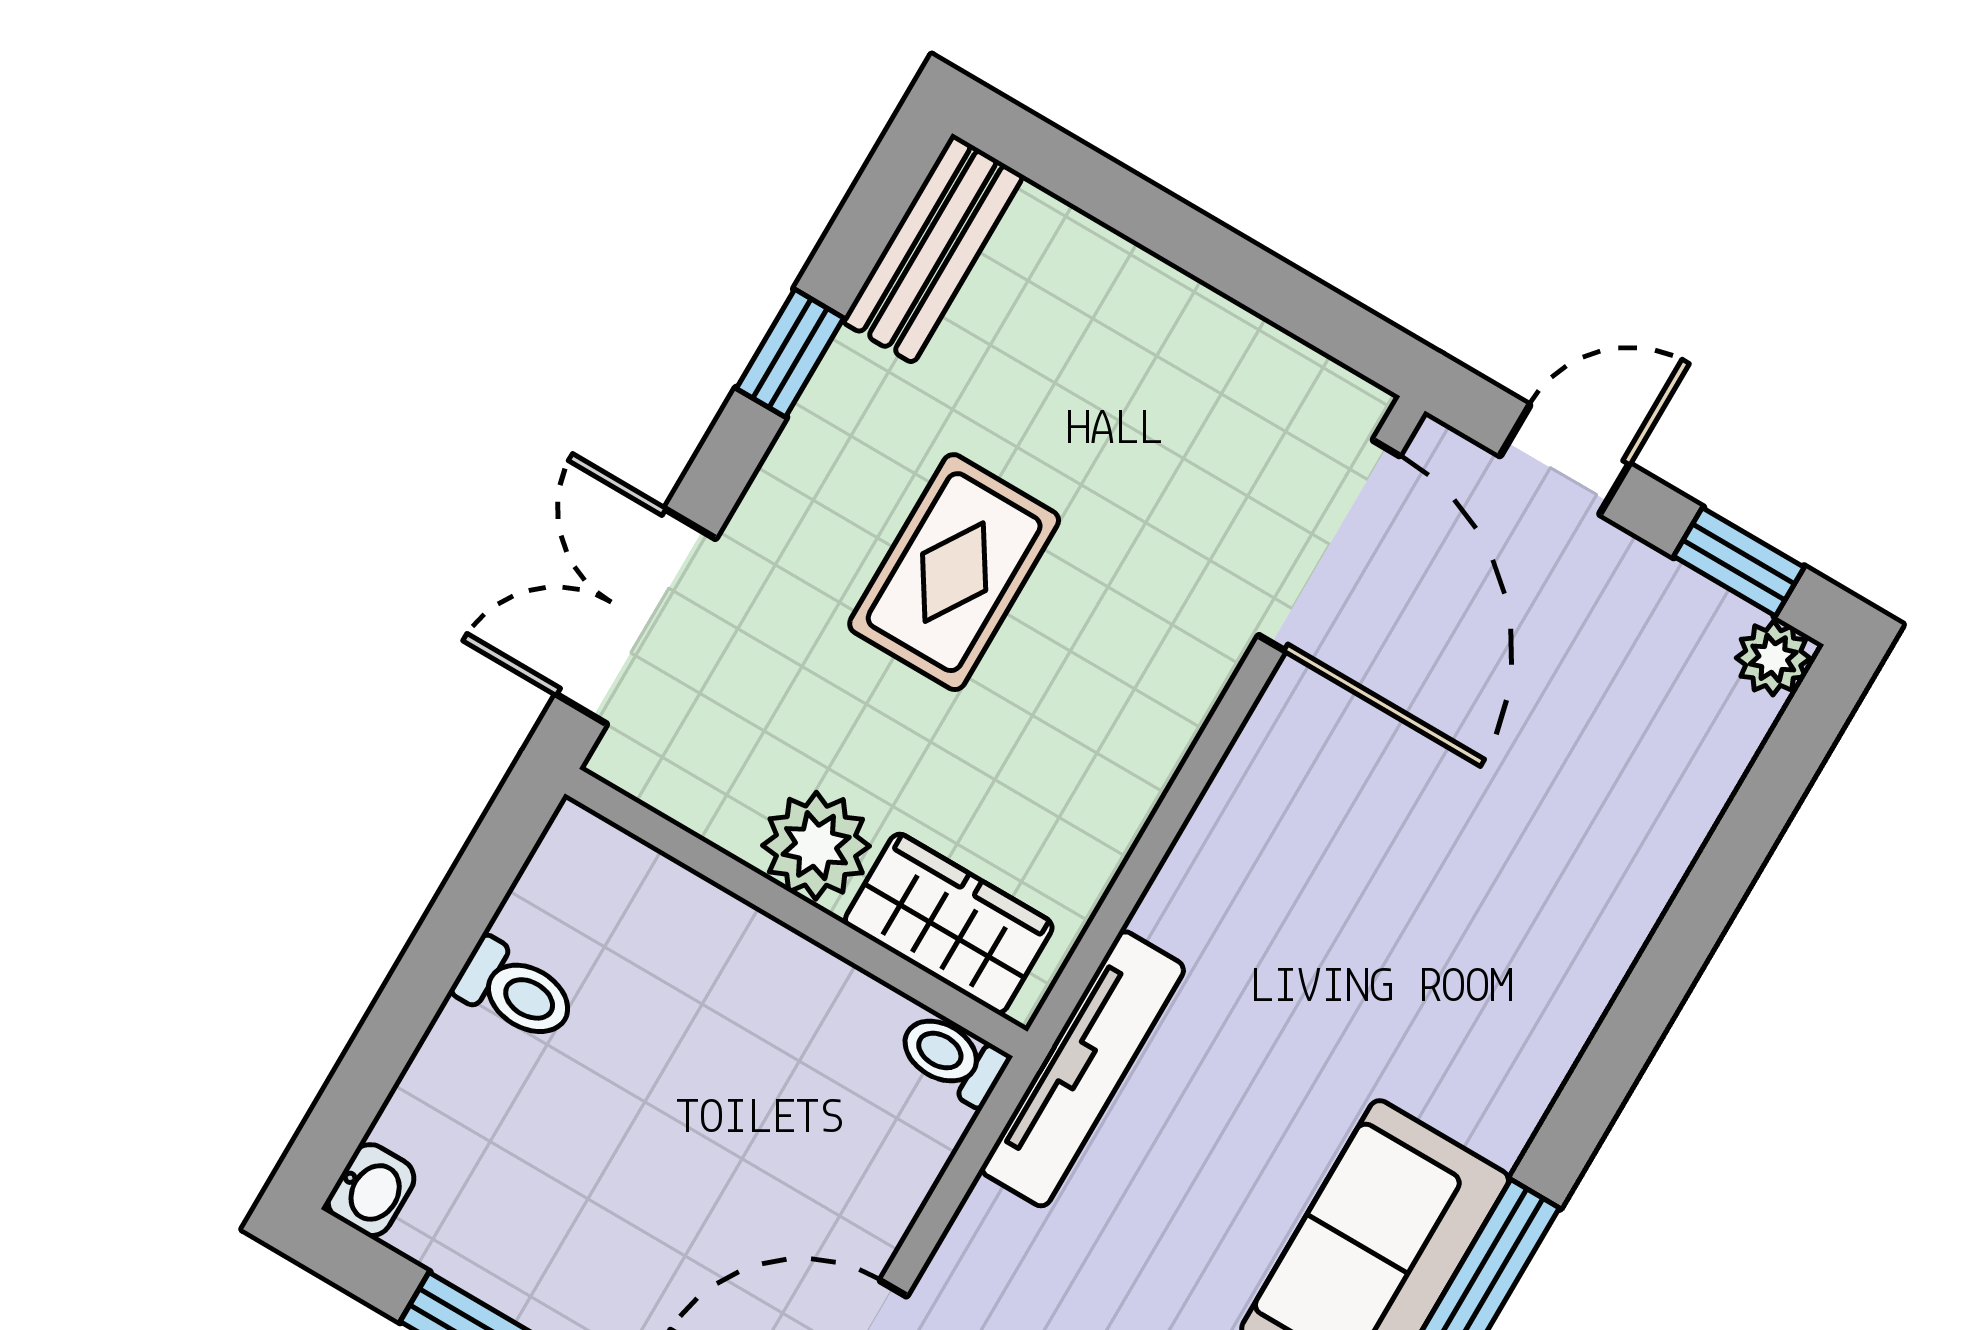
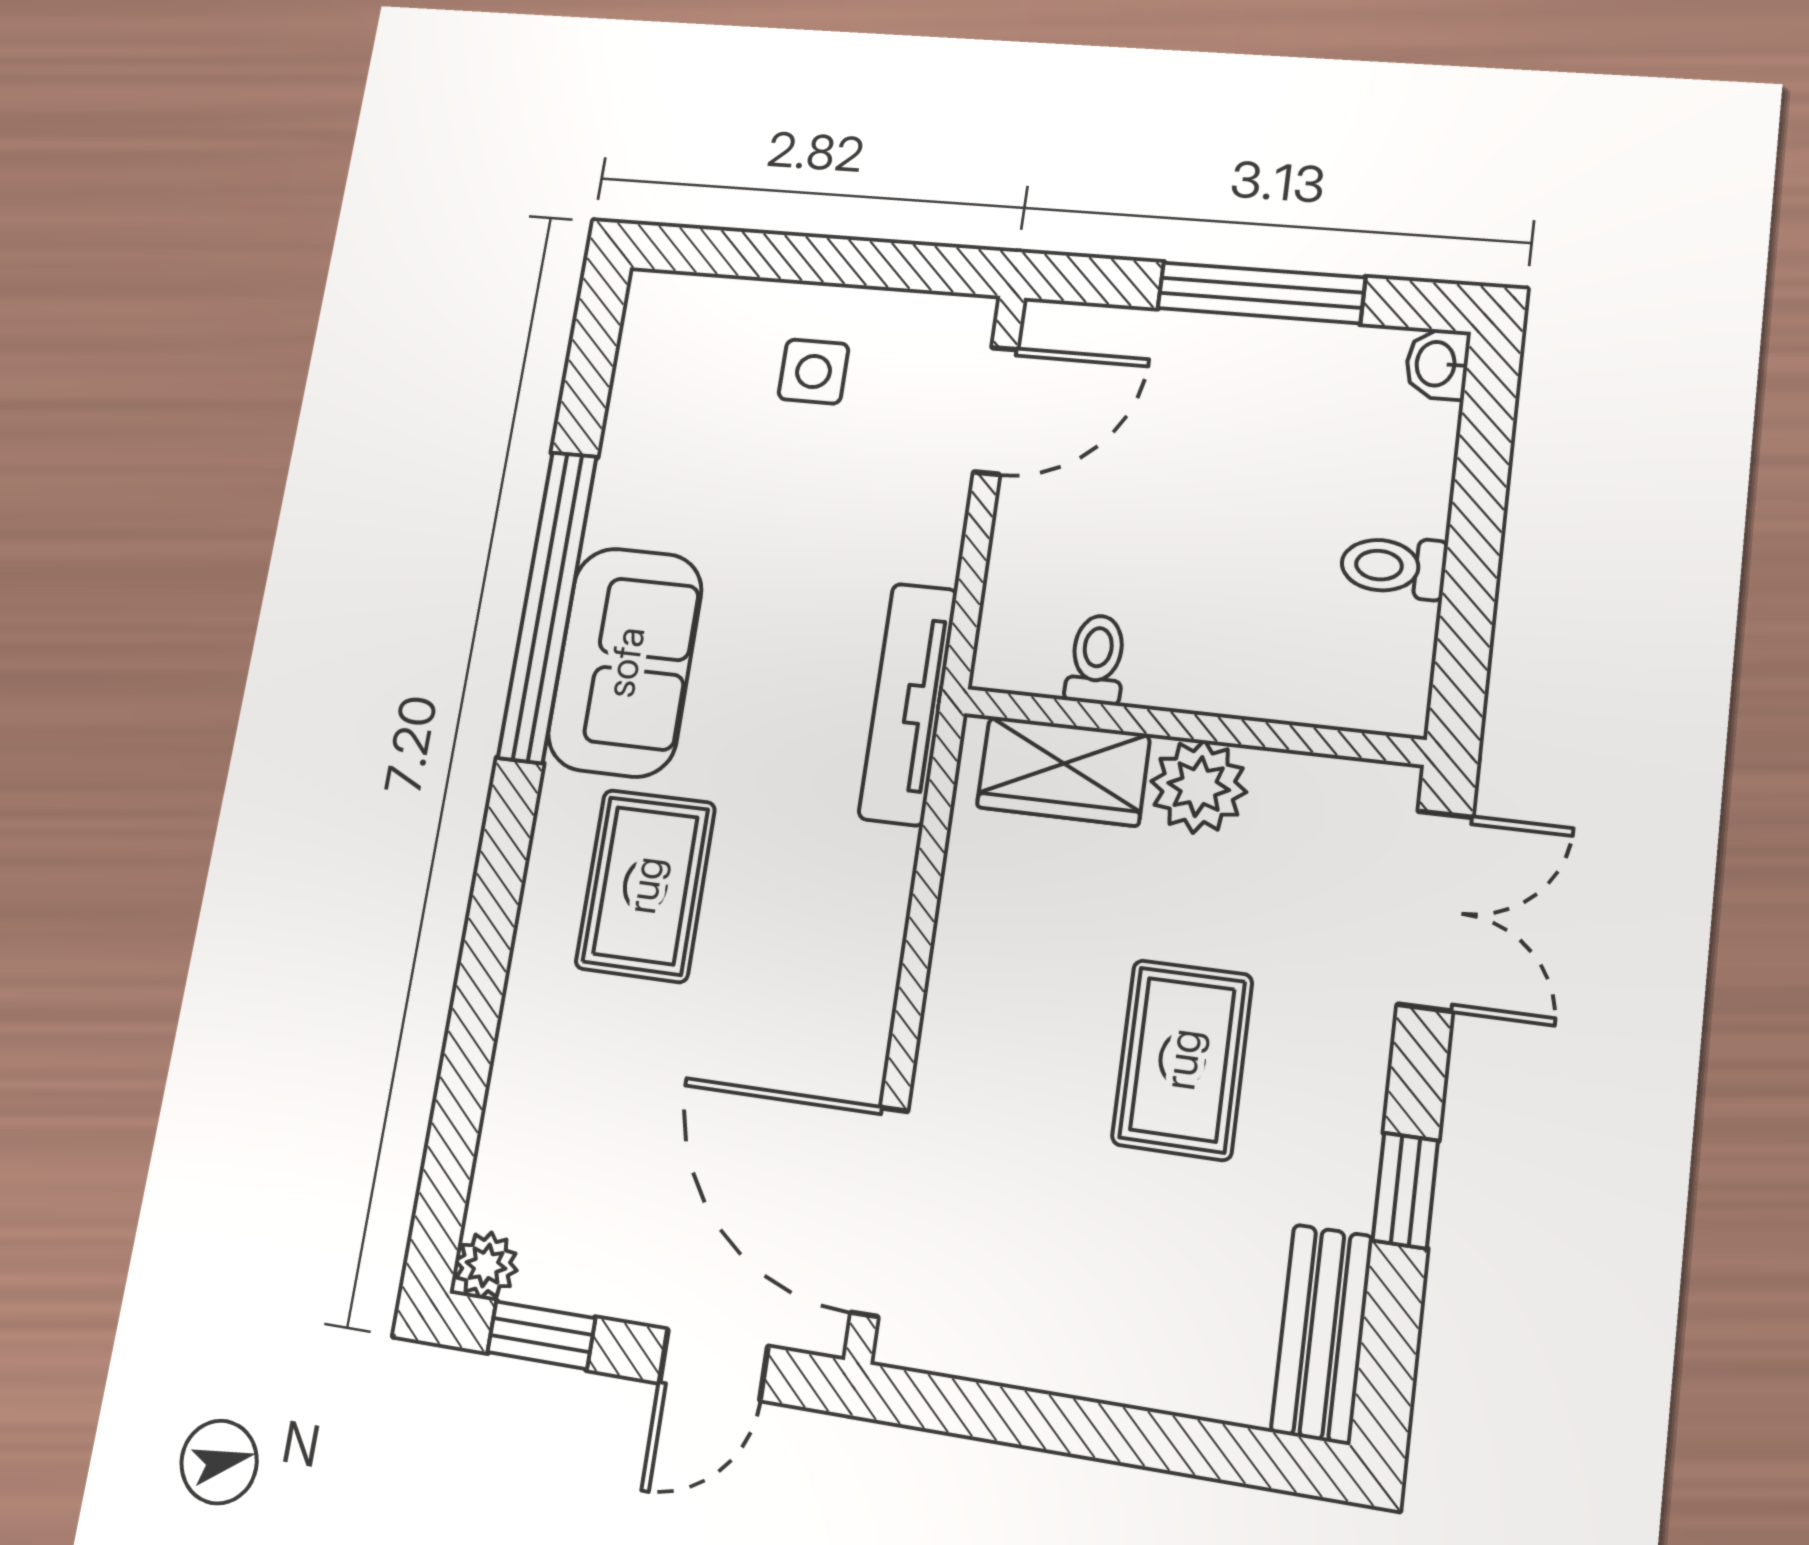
rug: (1447, 993) -> (645, 885), added
toilet: (952, 1058) -> (1097, 659), moved, turned -90

